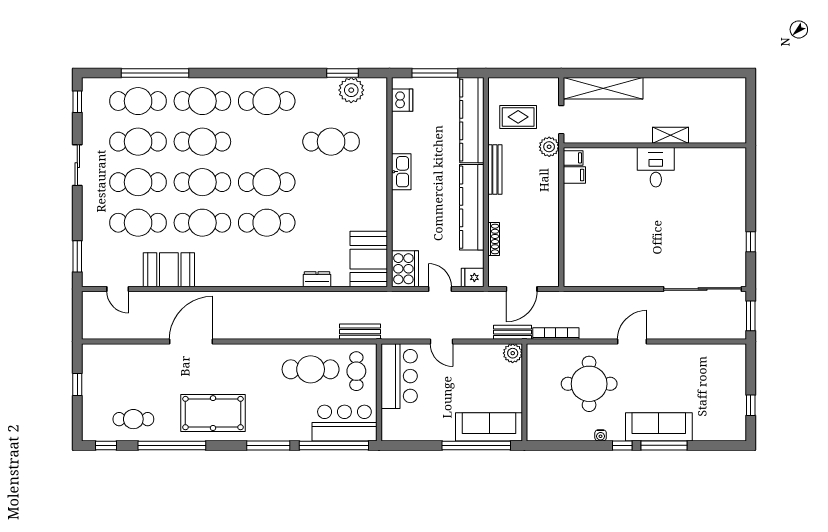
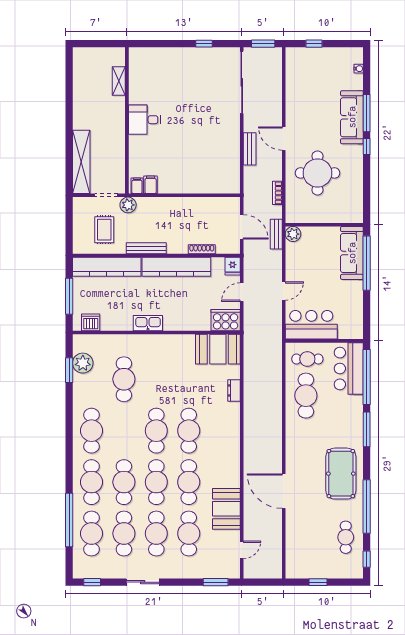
shelving: (671, 135) -> (119, 81), moved
bench: (360, 332) -> (250, 149), moved
bookcase: (556, 334) -> (277, 193), width x0.64
window: (751, 405) -> (314, 44), moved
water cooler: (601, 435) -> (359, 69), moved

